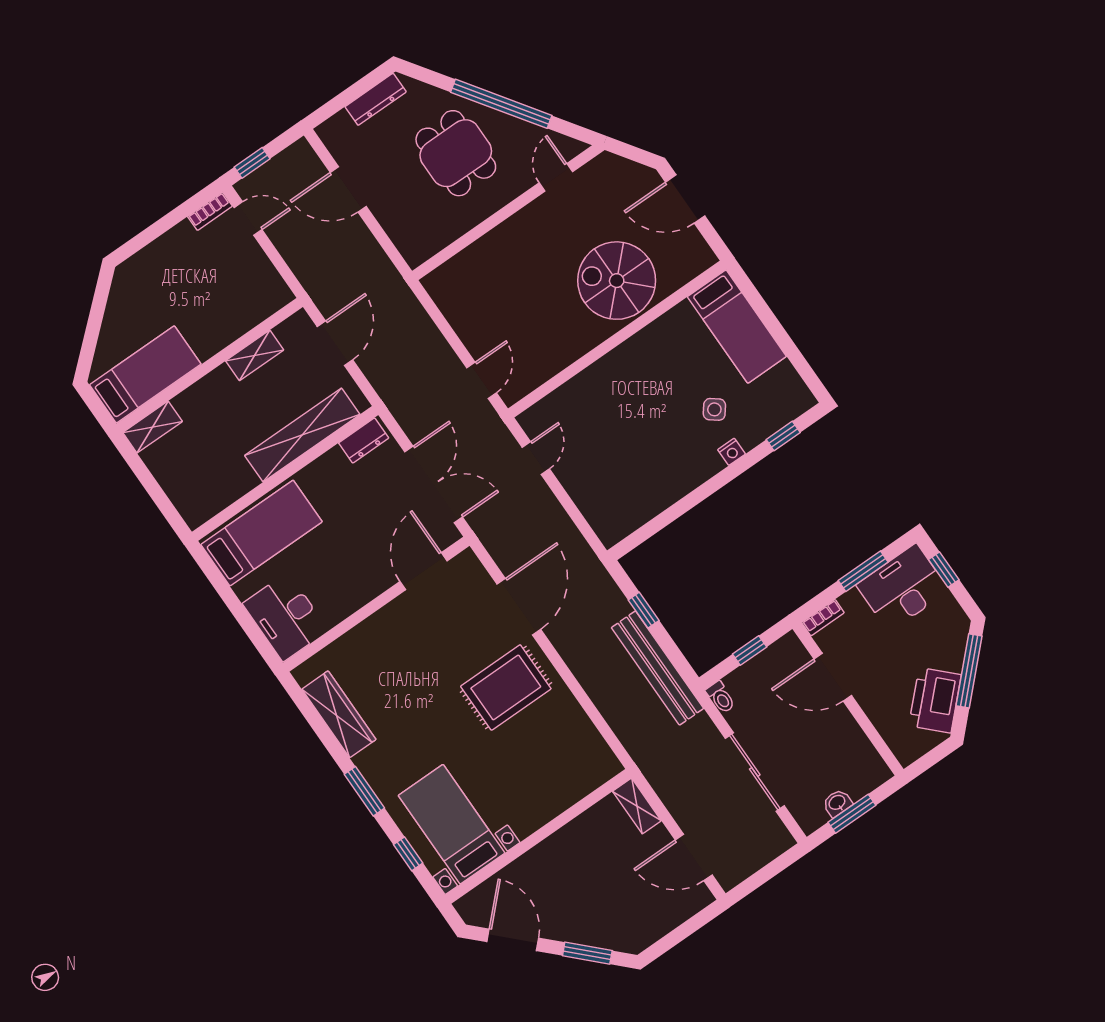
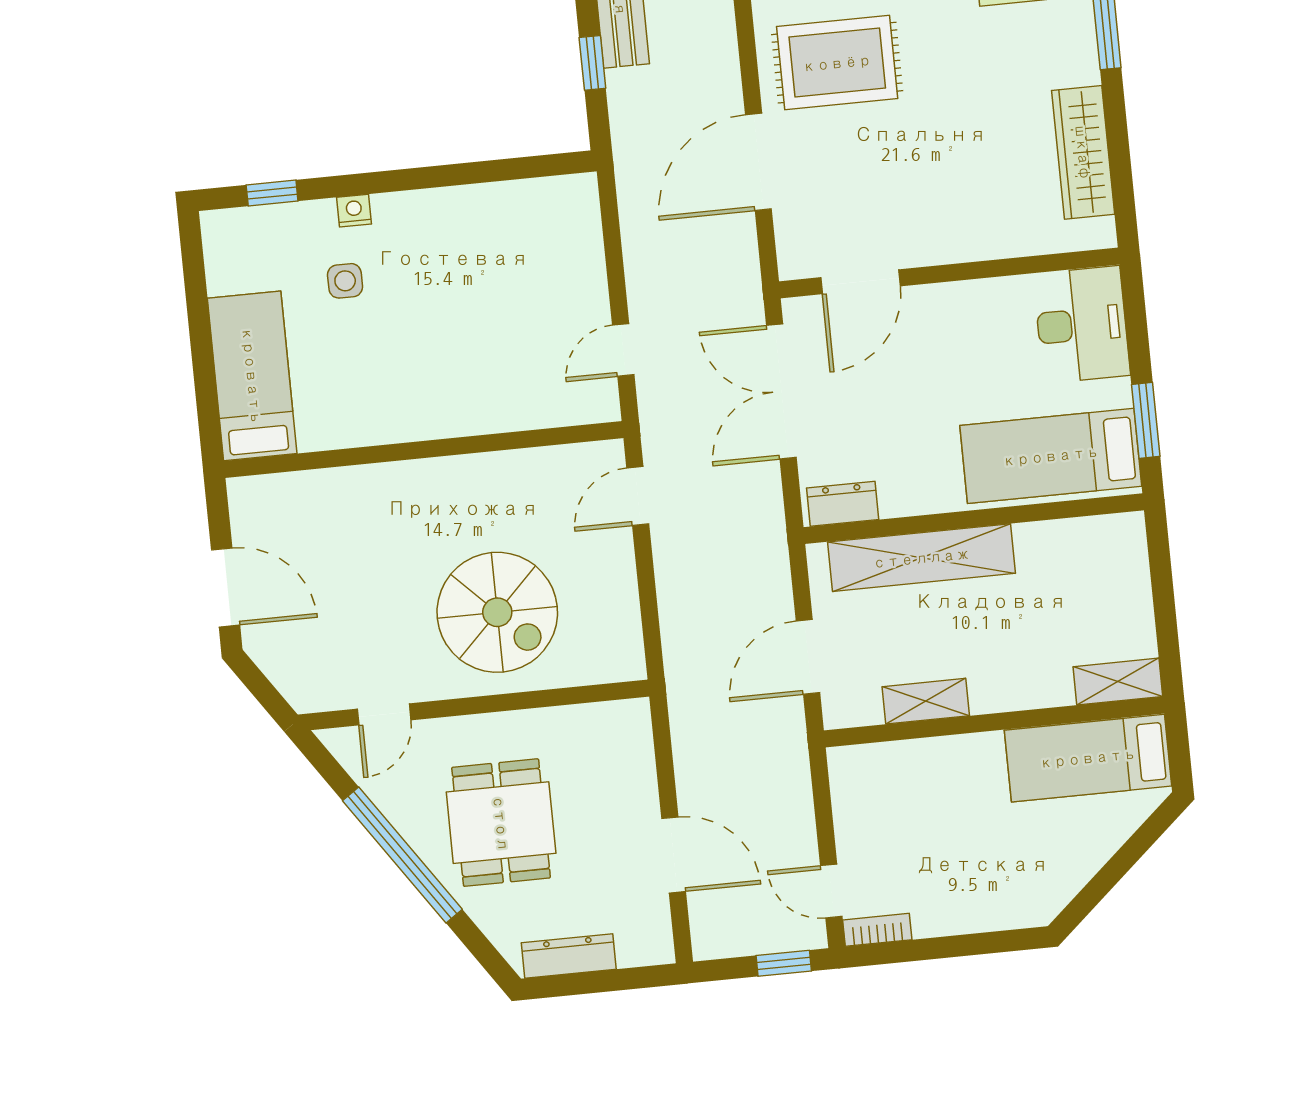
spiral stairs: (617, 281) -> (497, 612), moved
side table: (714, 409) -> (345, 281), turned -38
window: (219, 583) -> (1146, 420), added

